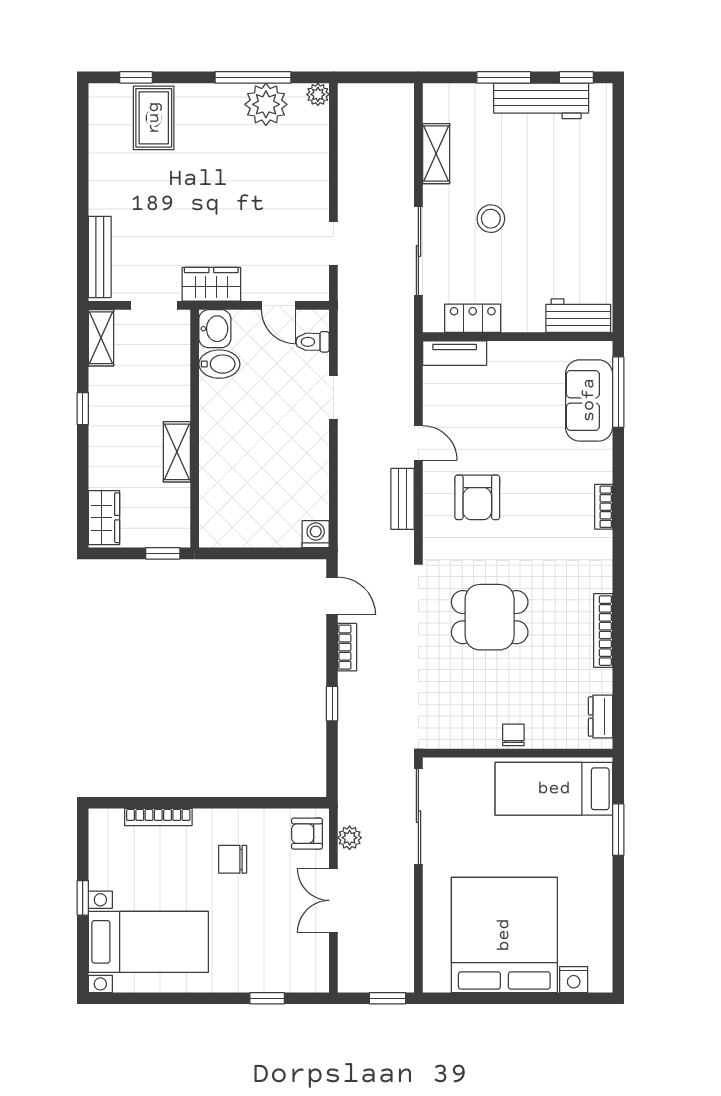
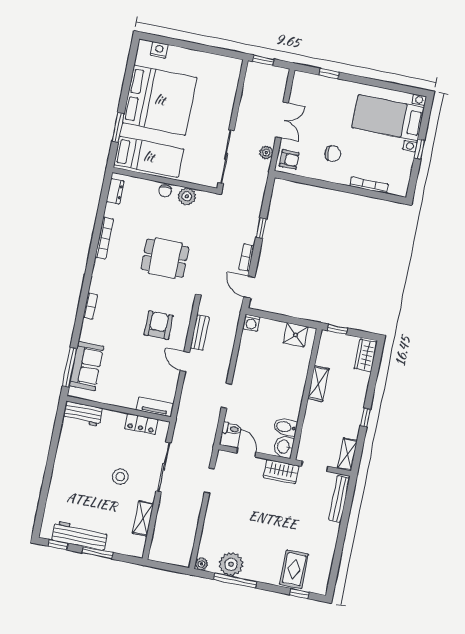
shower: (234, 529) -> (296, 335), added
plant: (473, 733) -> (187, 196), added
bed: (504, 935) -> (160, 100), moved, turned -90

